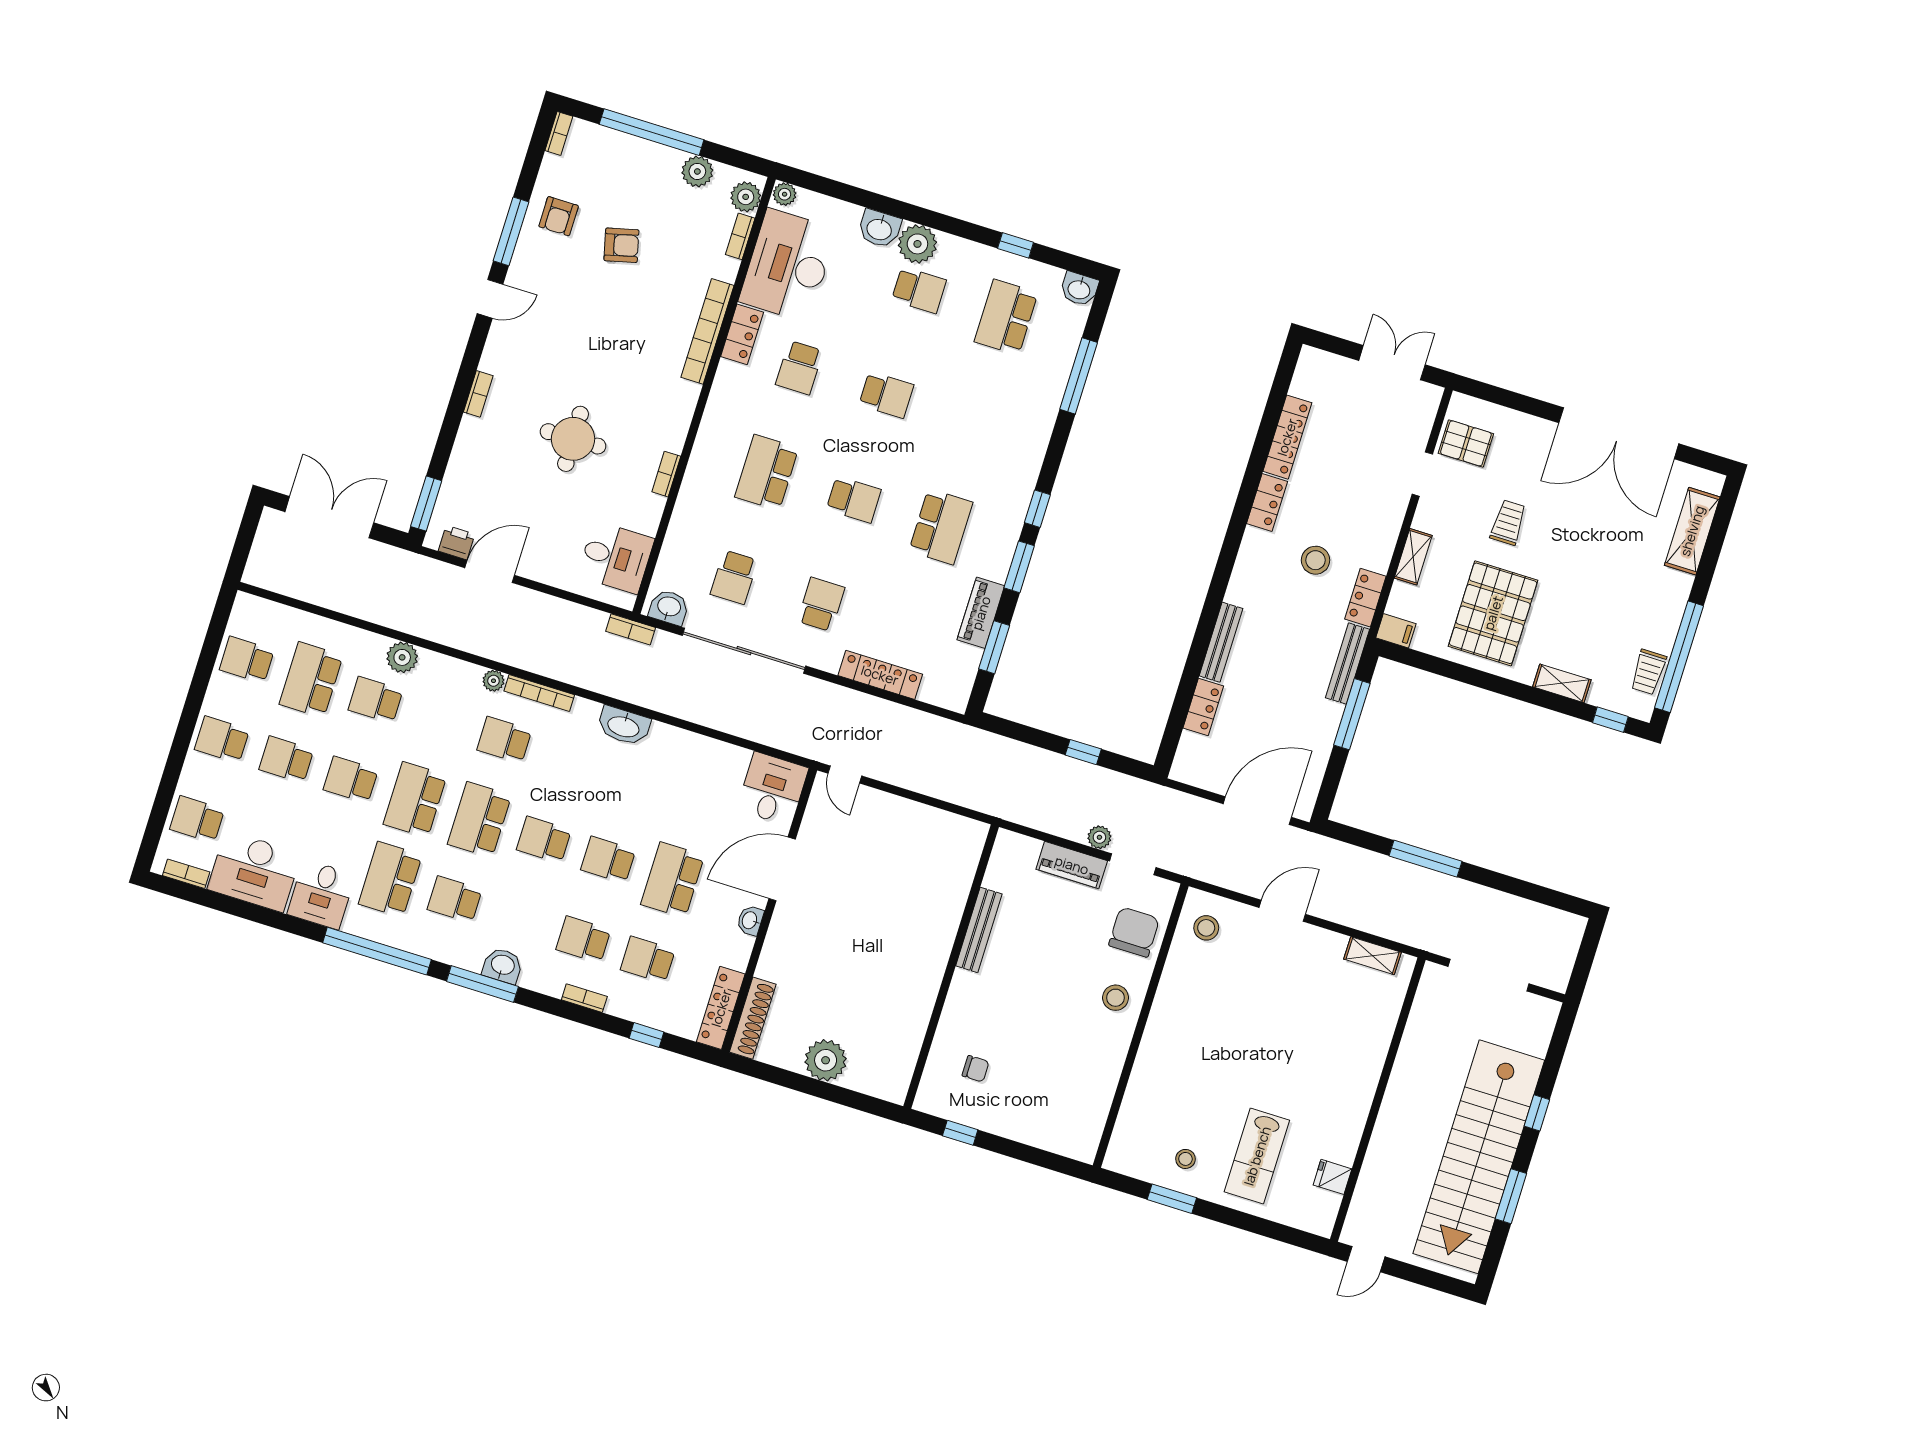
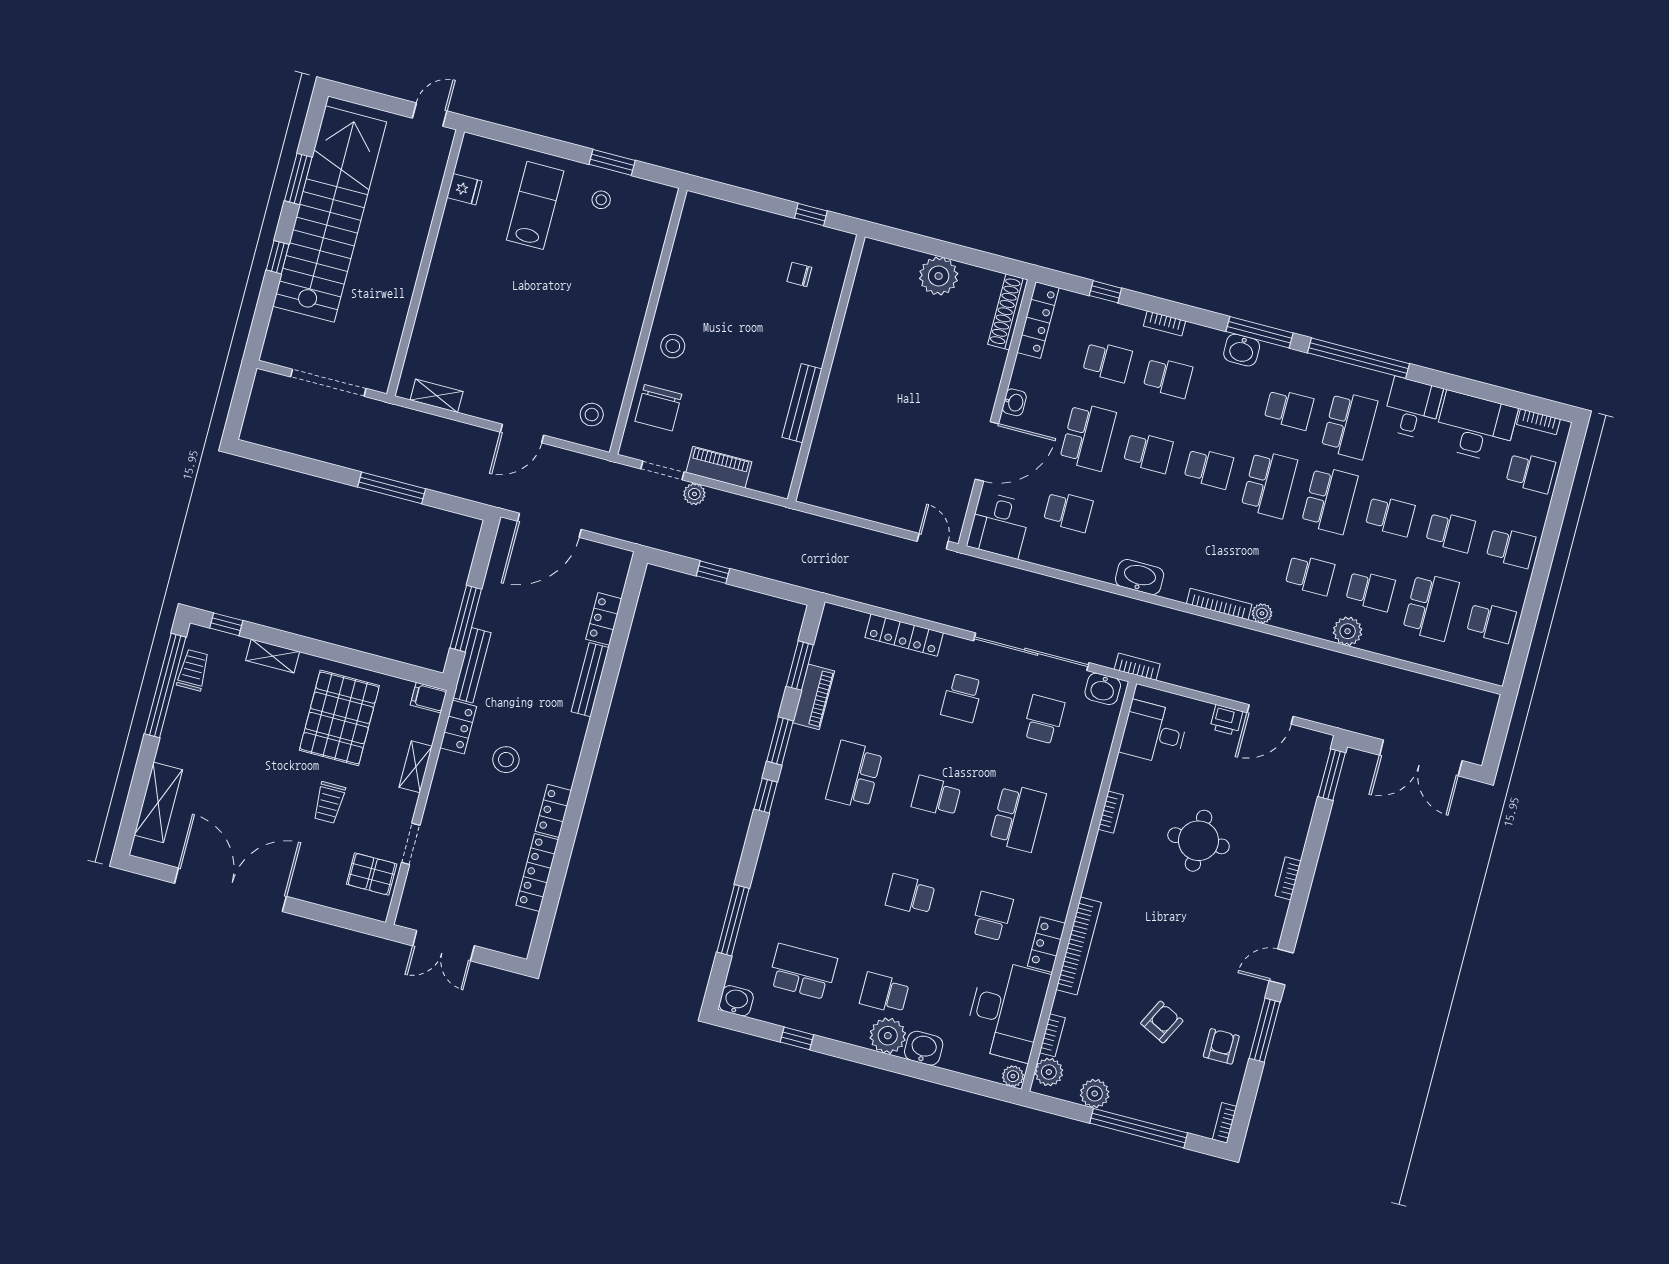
armchair: (621, 245) -> (1162, 1022), turned 131
school desk: (1006, 317) -> (803, 972), turned -90
printer: (457, 543) -> (1226, 720), moved
school desk: (504, 740) -> (1310, 575), moved
school desk: (697, 800) -> (1068, 511), added

